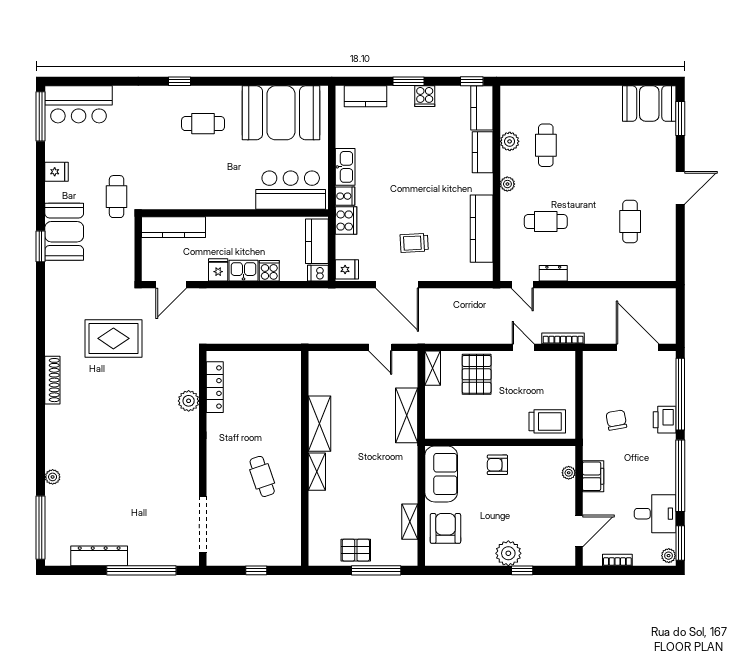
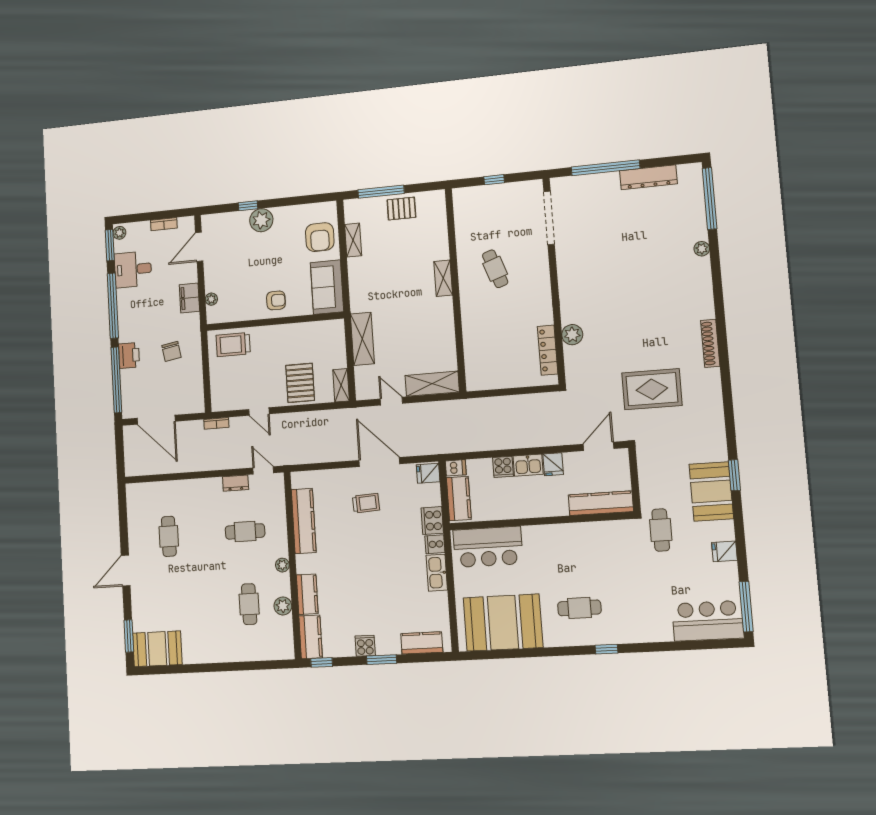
bookcase: (563, 338) -> (216, 423), width x0.64
shelving: (320, 424) -> (432, 384), moved, turned 90

